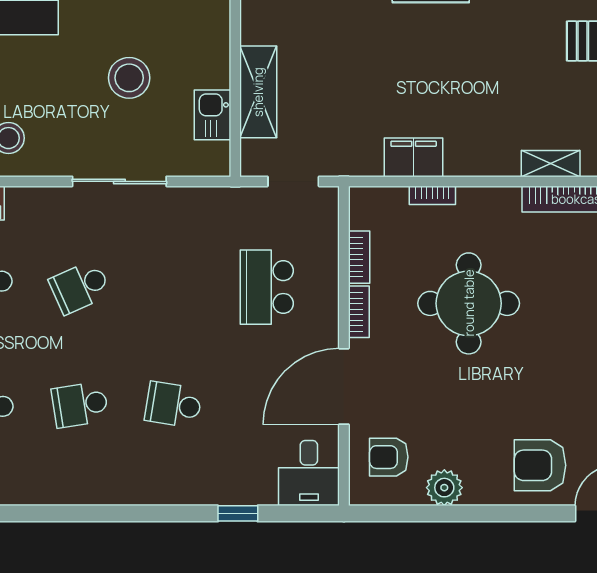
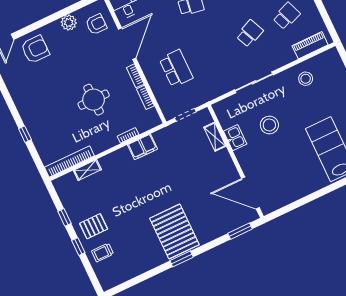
shelving: (258, 92) -> (215, 137), width x0.67, depth x0.75
kitchen sink: (212, 115) -> (235, 138), moved
round table: (469, 303) -> (94, 100), width x0.73, depth x0.73

